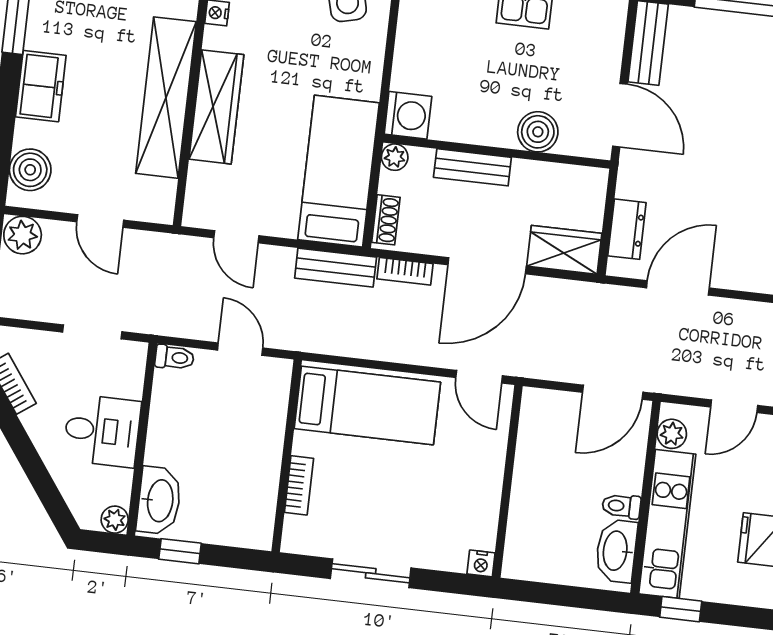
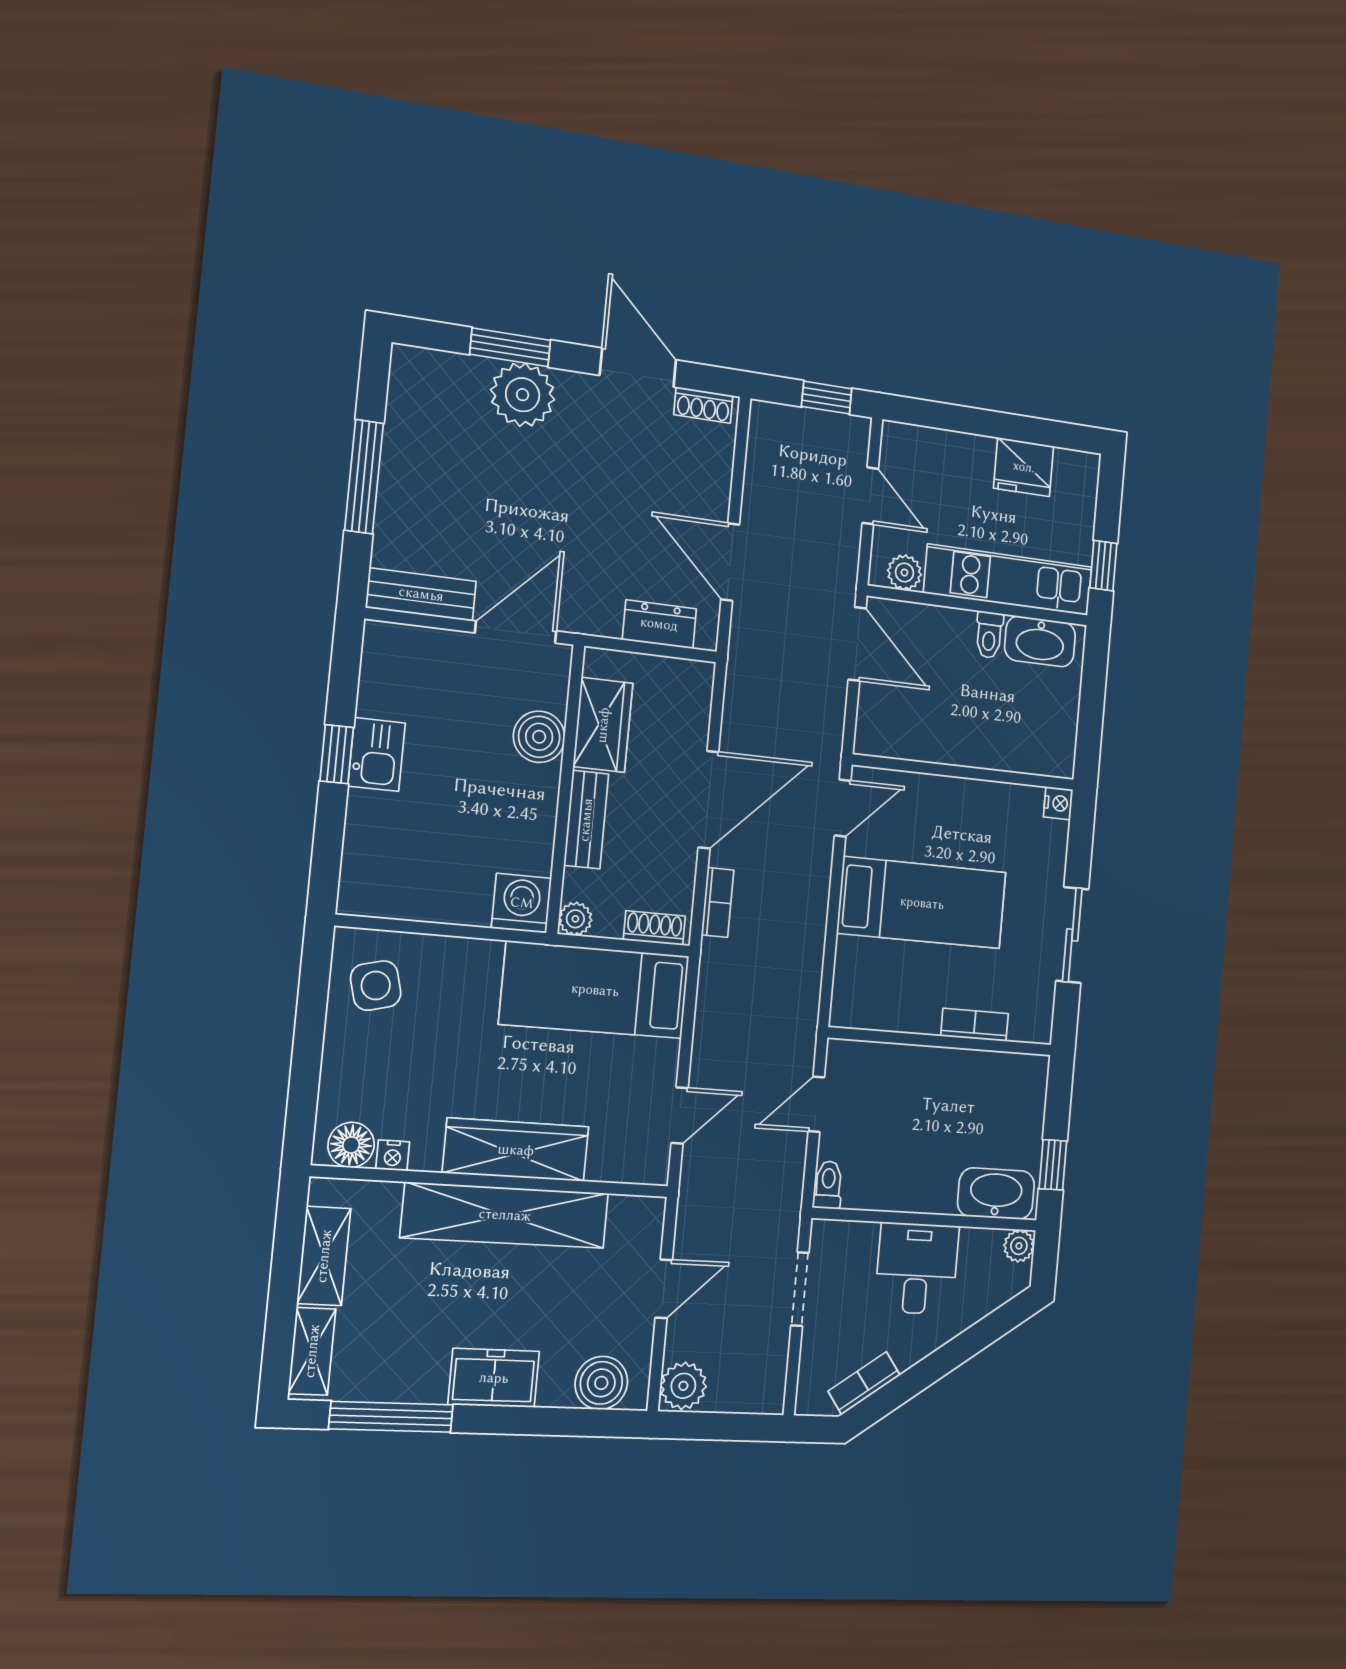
wardrobe: (564, 250) -> (603, 725), moved, turned 180
door: (487, 266) -> (708, 800), hinge flipped
bench: (336, 268) -> (715, 989), removed
bed: (367, 405) -> (922, 903), moved, turned 90

